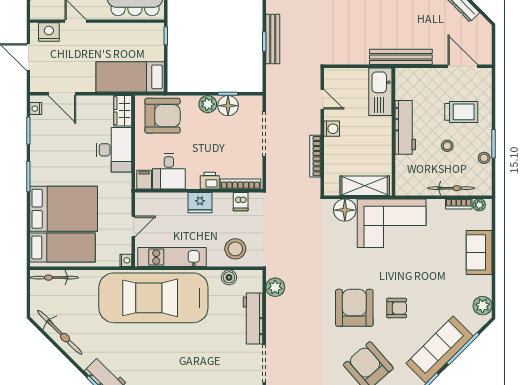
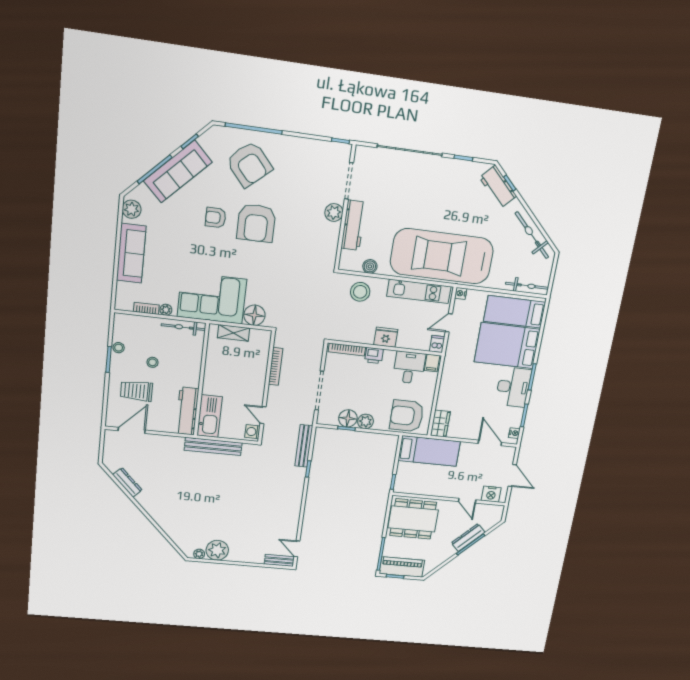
bench: (273, 39) -> (304, 446), moved
bench: (401, 57) -> (213, 446), moved
door: (463, 66) -> (132, 430), swing flipped
workbench: (405, 127) -> (187, 411), moved
washing machine: (332, 129) -> (252, 432), moved
desk: (114, 150) -> (513, 387), moved, turned 180
shelving: (365, 186) -> (234, 333), width x0.67, depth x0.75
bicycle: (451, 188) -> (183, 327), moved
dishwasher: (241, 202) -> (437, 344), moved
plant: (479, 205) -> (166, 310), moved
sofa: (479, 252) -> (131, 253), width x1.36
plant: (275, 287) -> (334, 213), moved
car: (153, 298) -> (442, 256), turned 180

